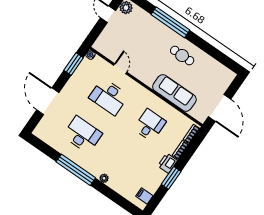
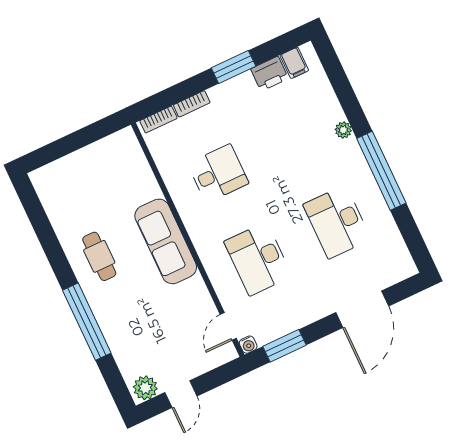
door: (120, 69) -> (228, 326), moved
sofa: (174, 93) -> (166, 241), moved
desk: (109, 97) -> (258, 259), turned 180
door: (220, 108) -> (88, 135), removed
desk: (150, 125) -> (218, 173), turned 180
printer: (168, 163) -> (270, 74), moved

